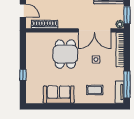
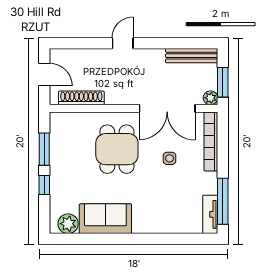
window: (23, 54) -> (44, 149), added
coffee table: (95, 90) -> (167, 211), removed
plant: (37, 98) -> (68, 224), added

